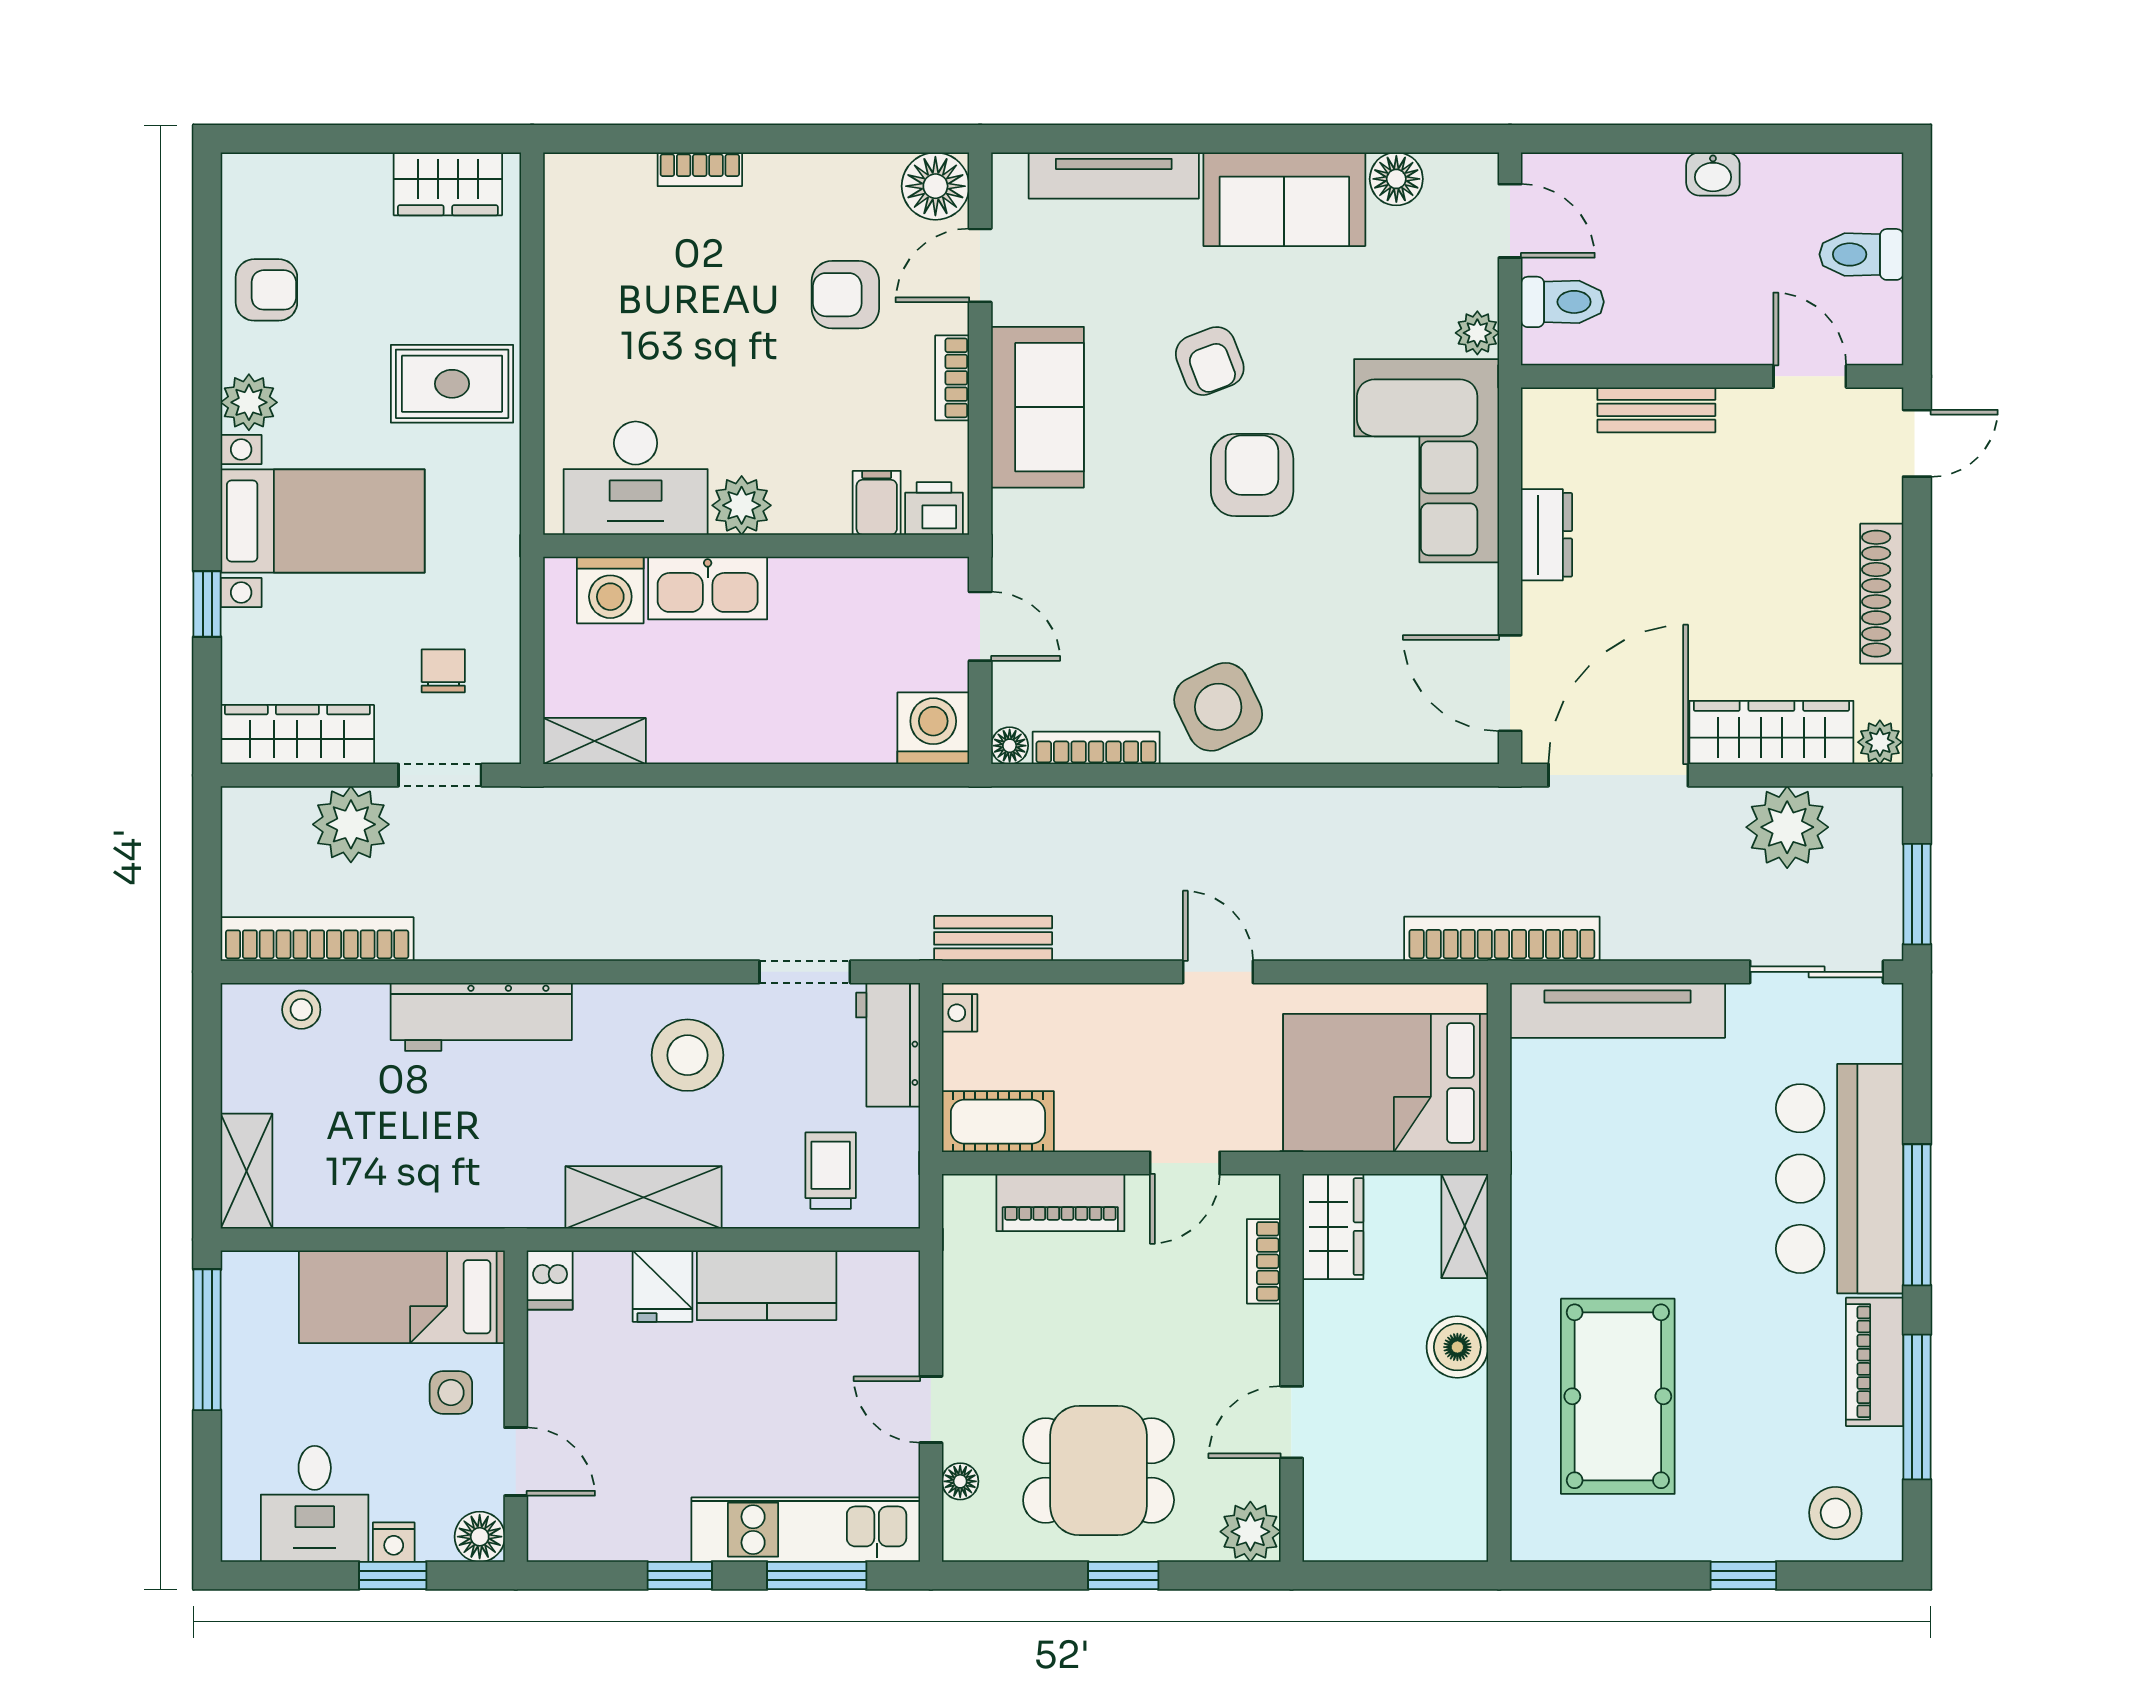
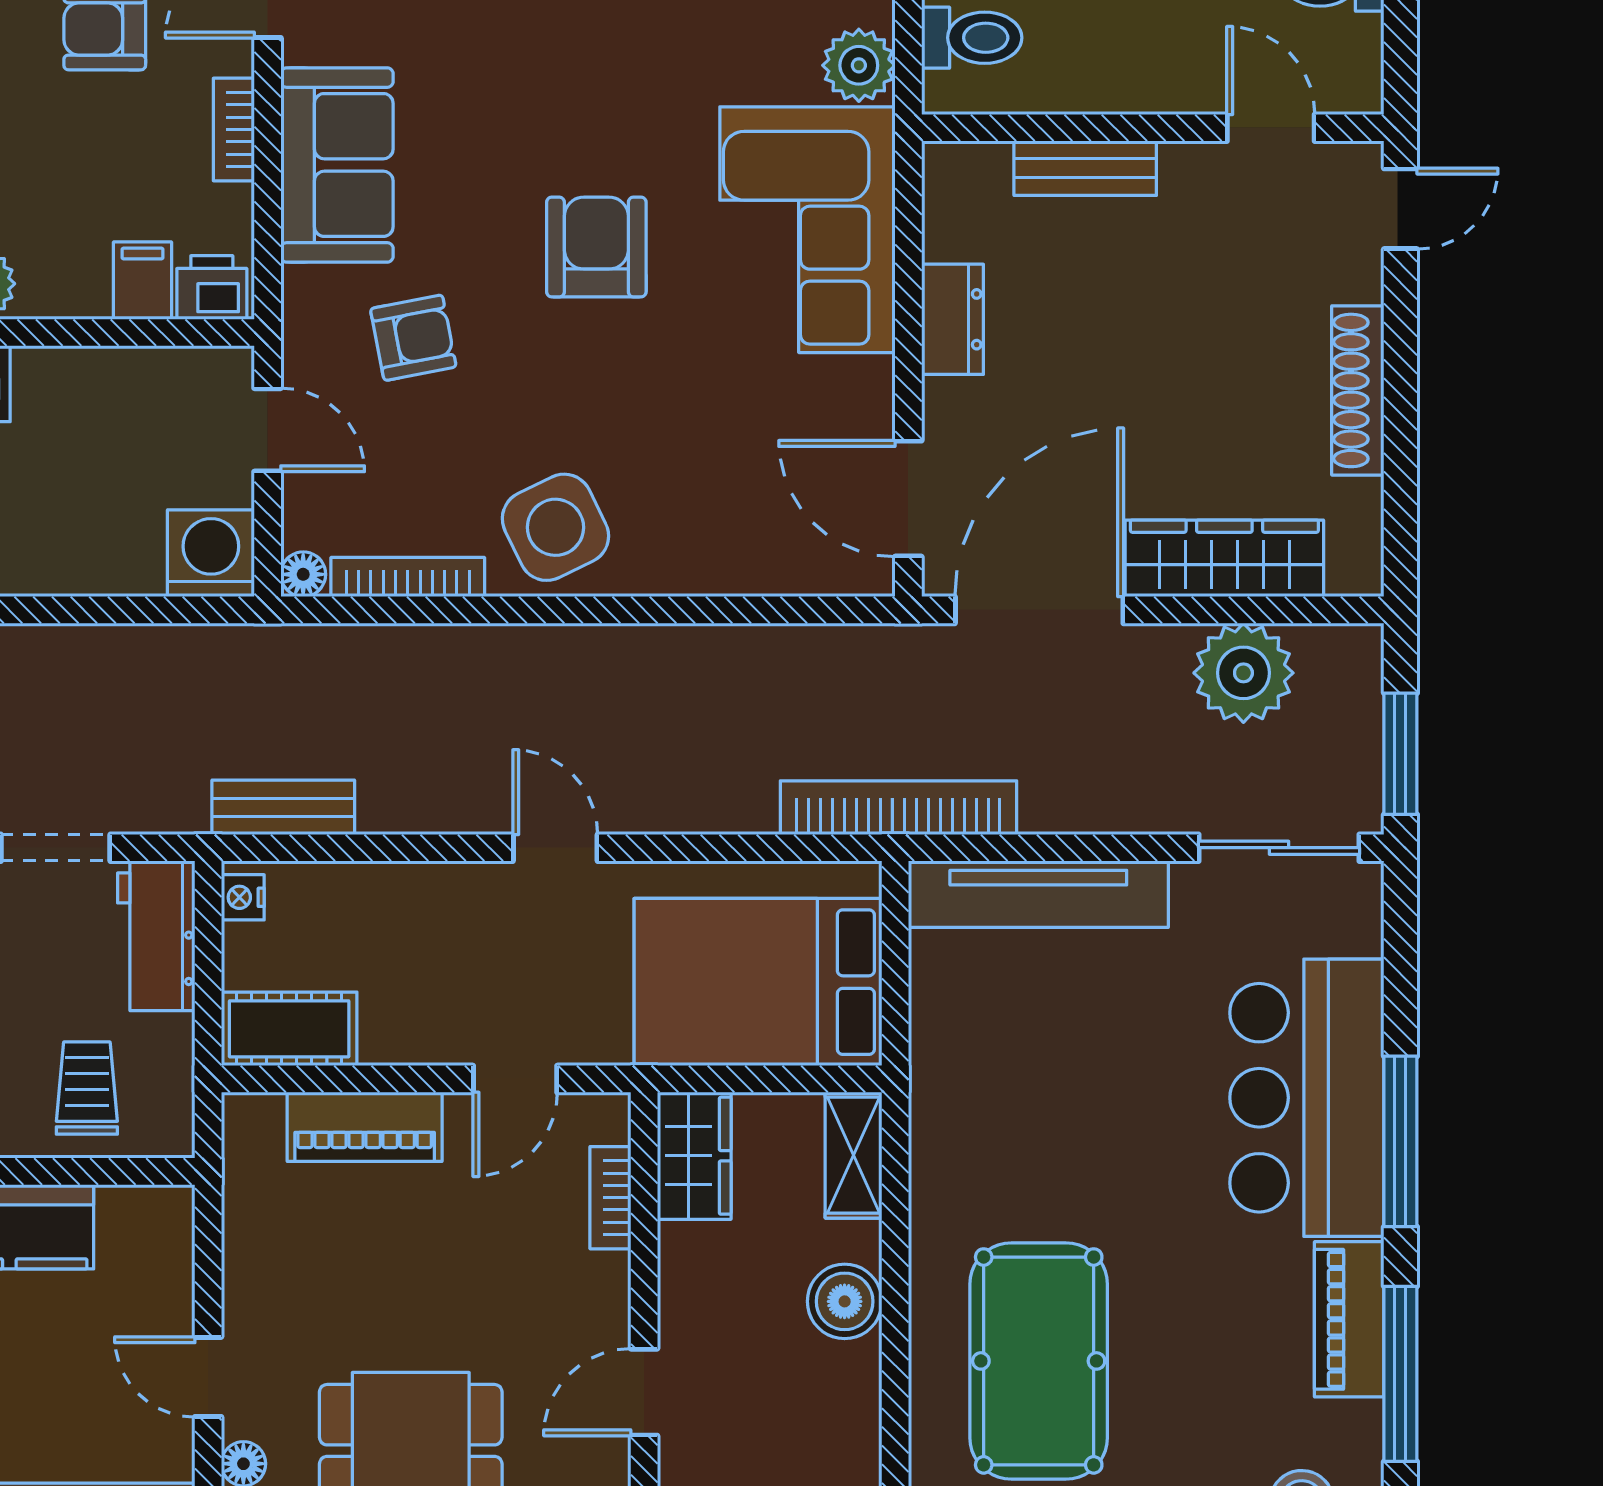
plant: (1477, 333) -> (859, 65), width x1.38, depth x1.38
armchair: (1210, 361) -> (413, 338), moved, turned -80
plant: (1880, 742) -> (1355, 570), removed

